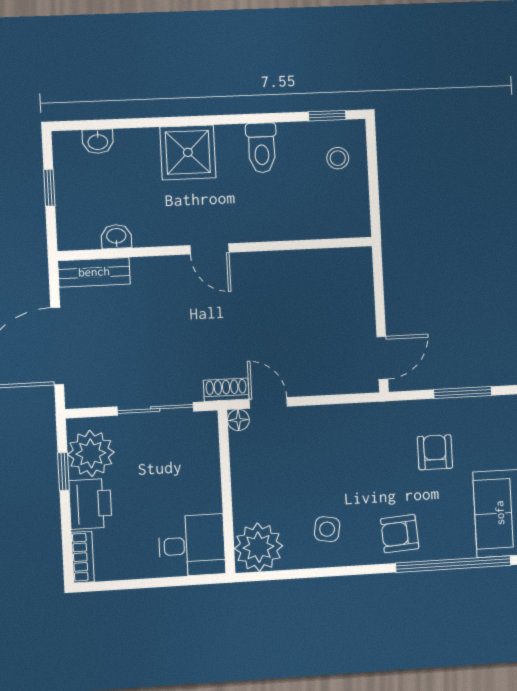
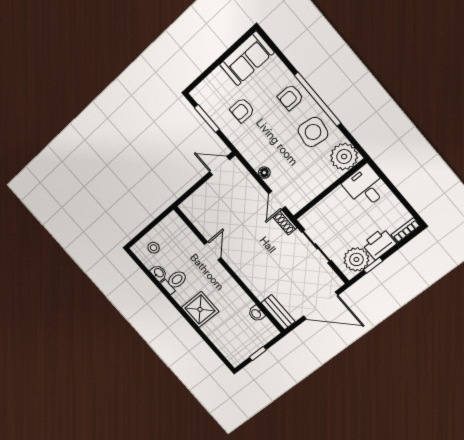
window: (327, 116) -> (141, 265), removed
washbasin: (98, 141) -> (159, 273), moved
door: (210, 249) -> (213, 251), moved
floor lamp: (238, 420) -> (264, 173), moved
side table: (327, 529) -> (313, 132), width x1.87, depth x1.87
armchair: (400, 534) -> (290, 97), turned 94
window: (453, 564) -> (318, 99), moved

